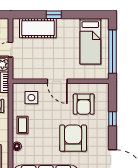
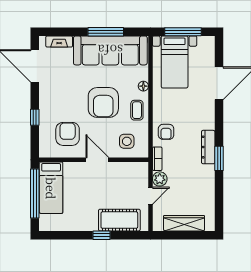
bed: (90, 41) -> (51, 188), moved, turned 180
armchair: (73, 138) -> (103, 102), moved

